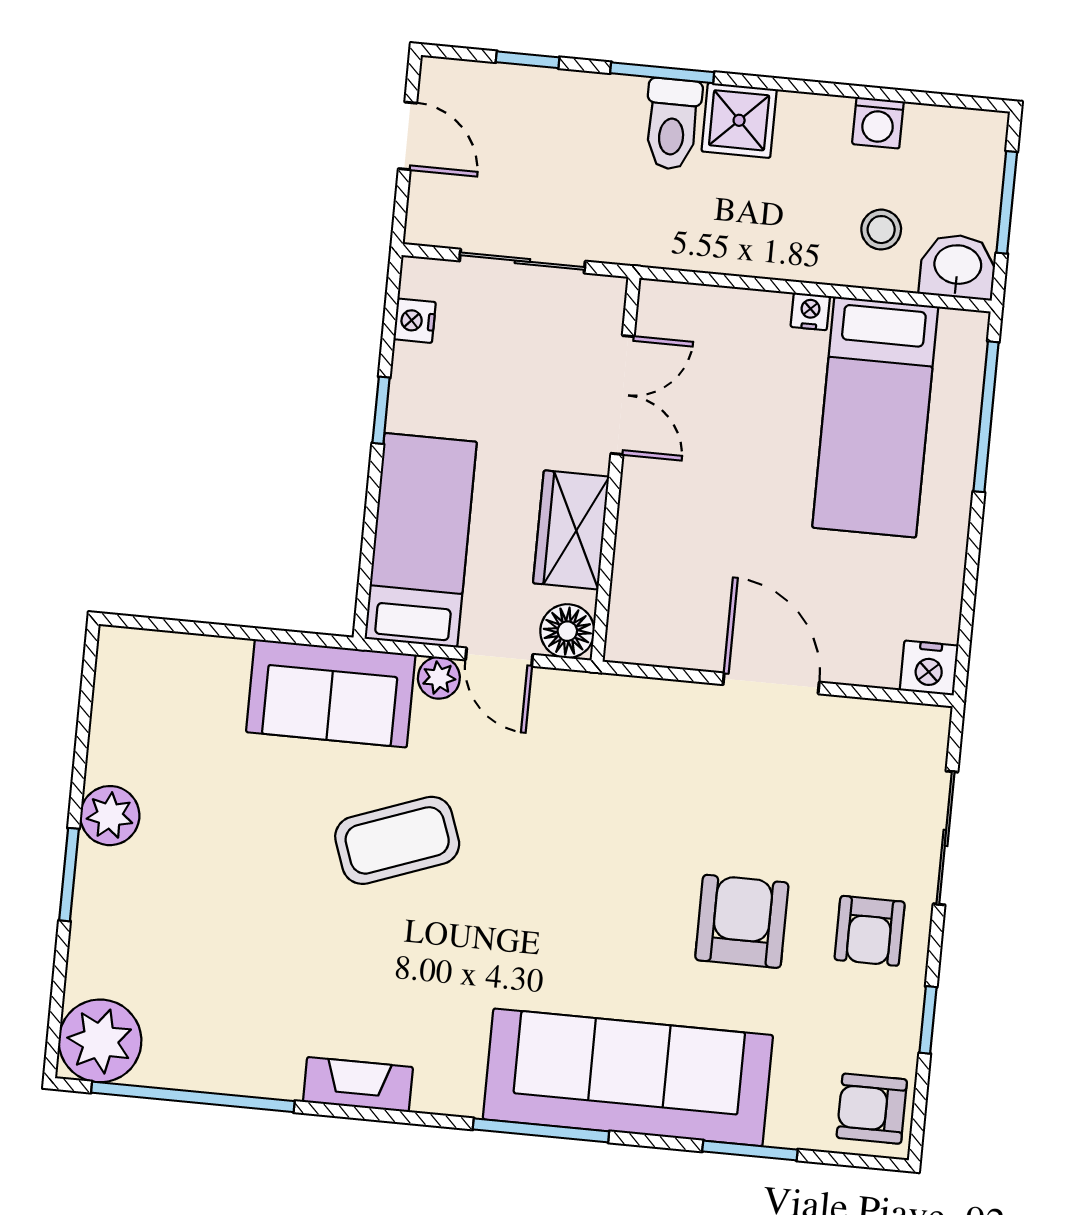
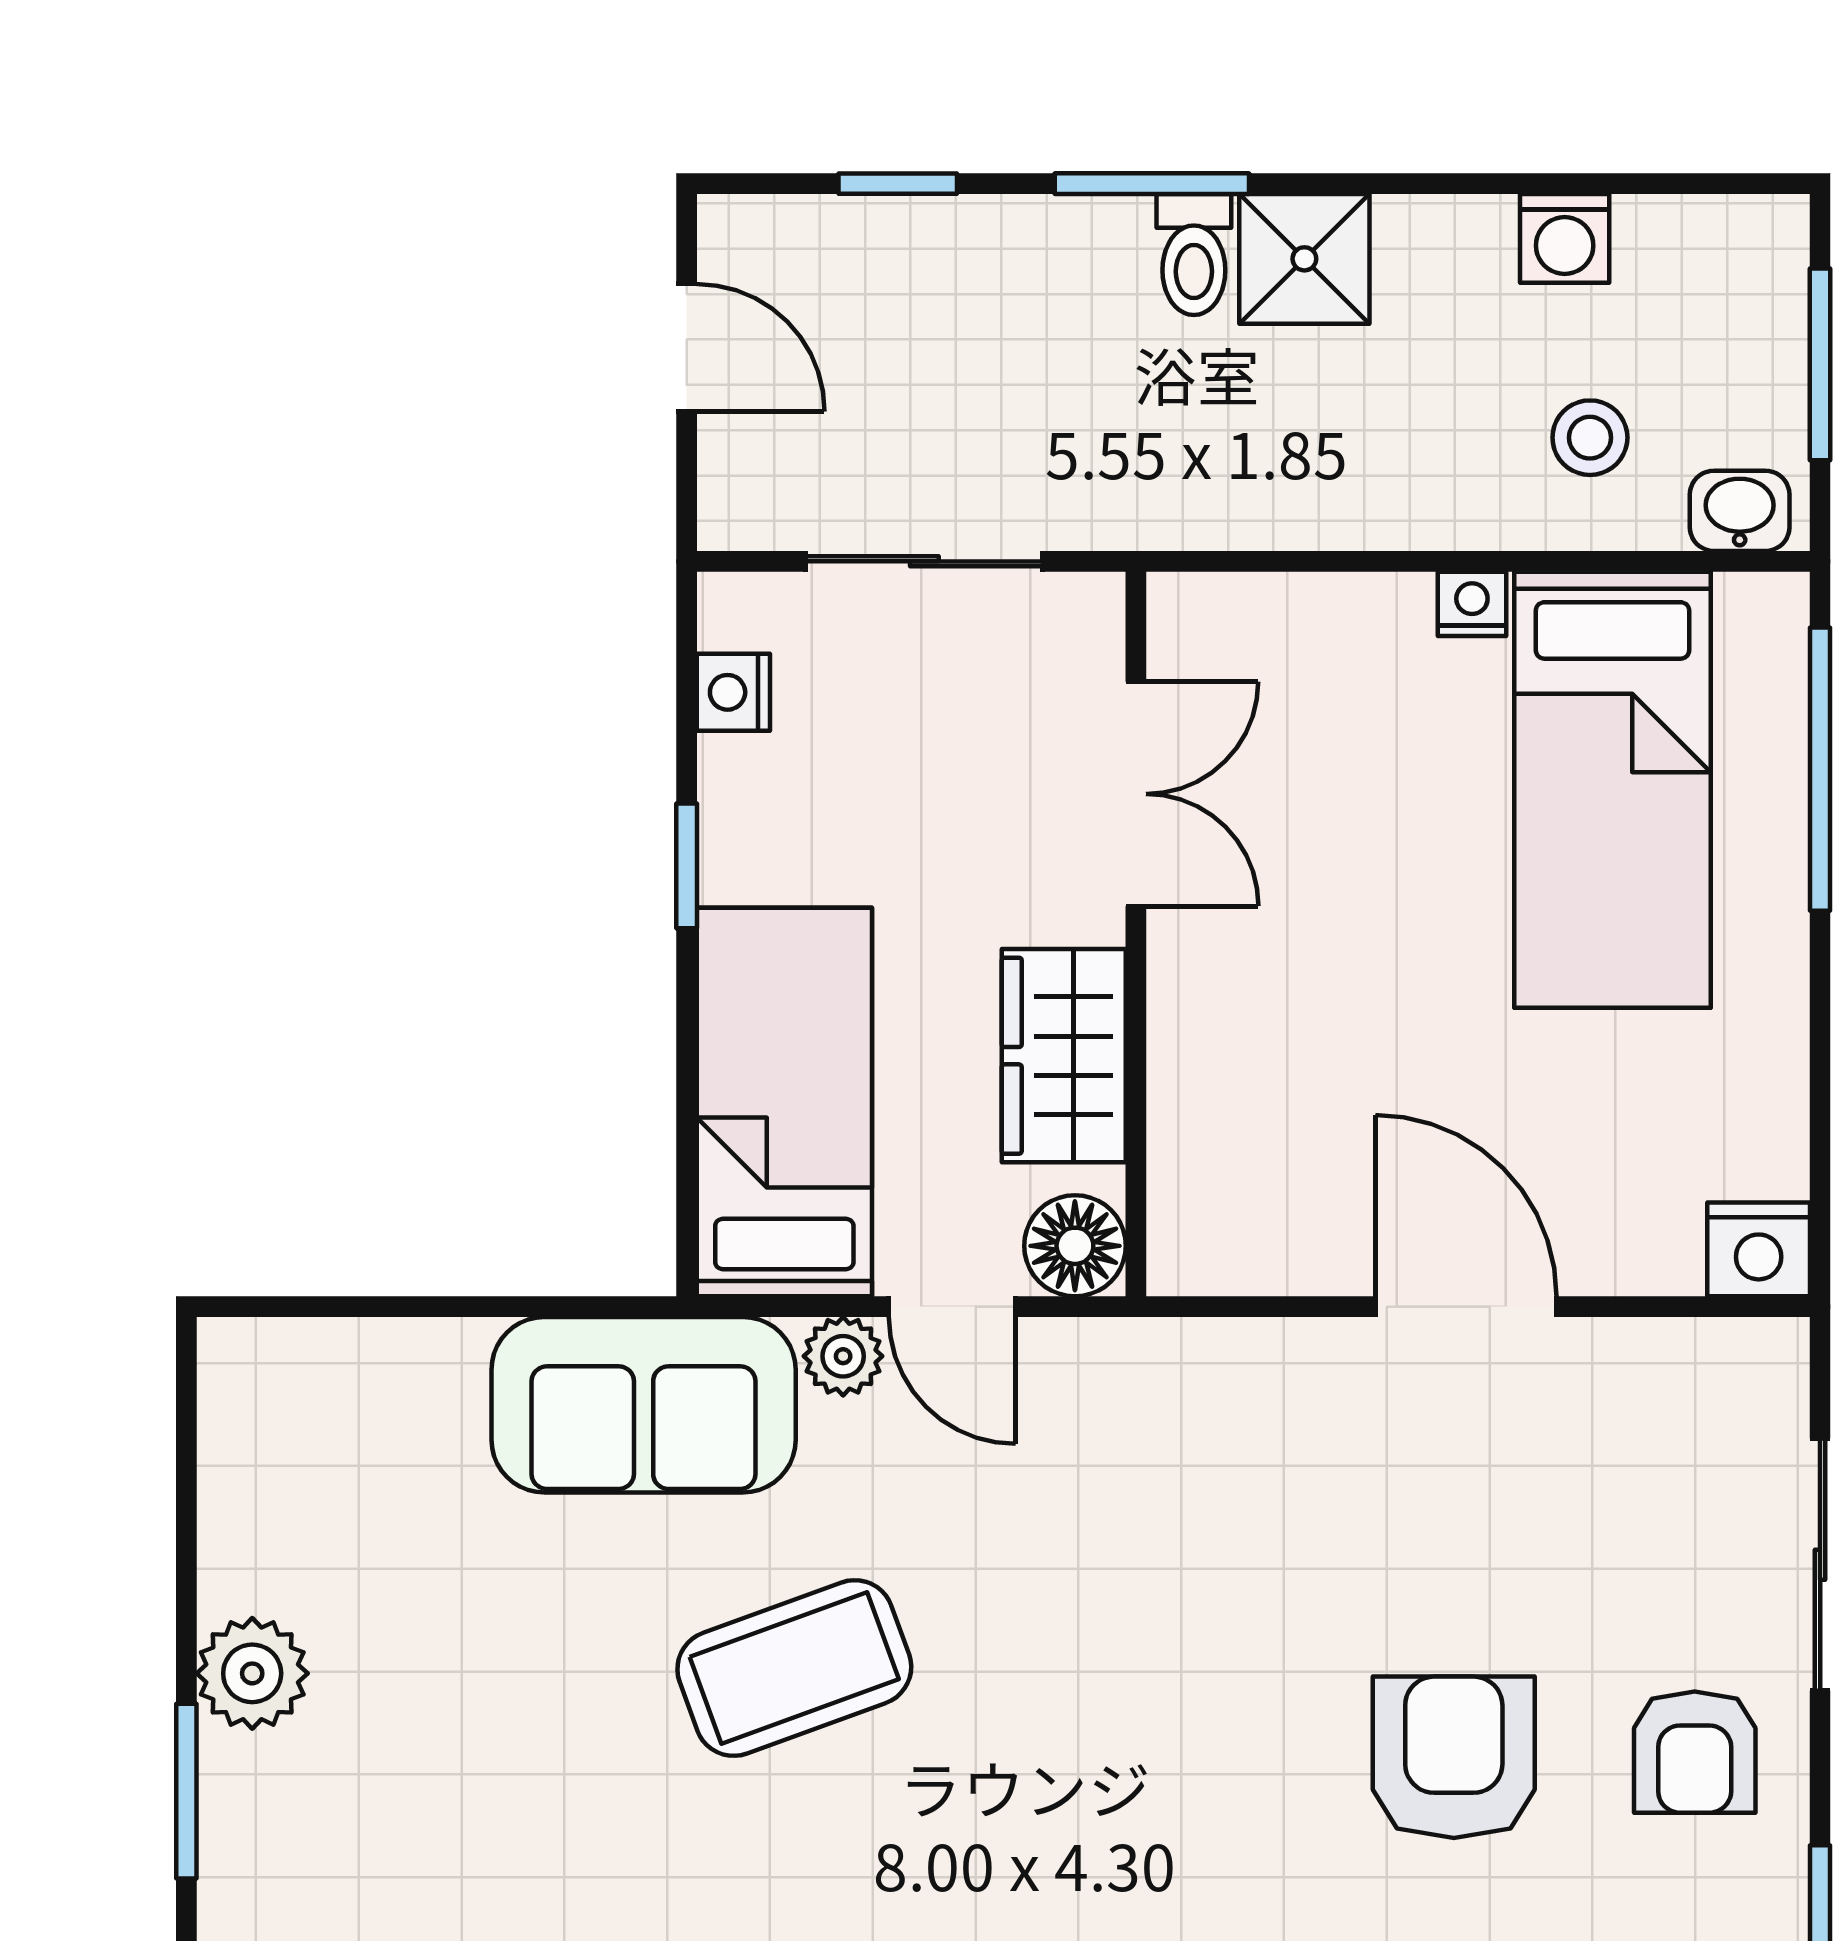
toilet: (672, 124) -> (1194, 254), width x0.73, depth x0.72
washbasin: (958, 266) -> (1740, 511), width x0.72, depth x0.69

